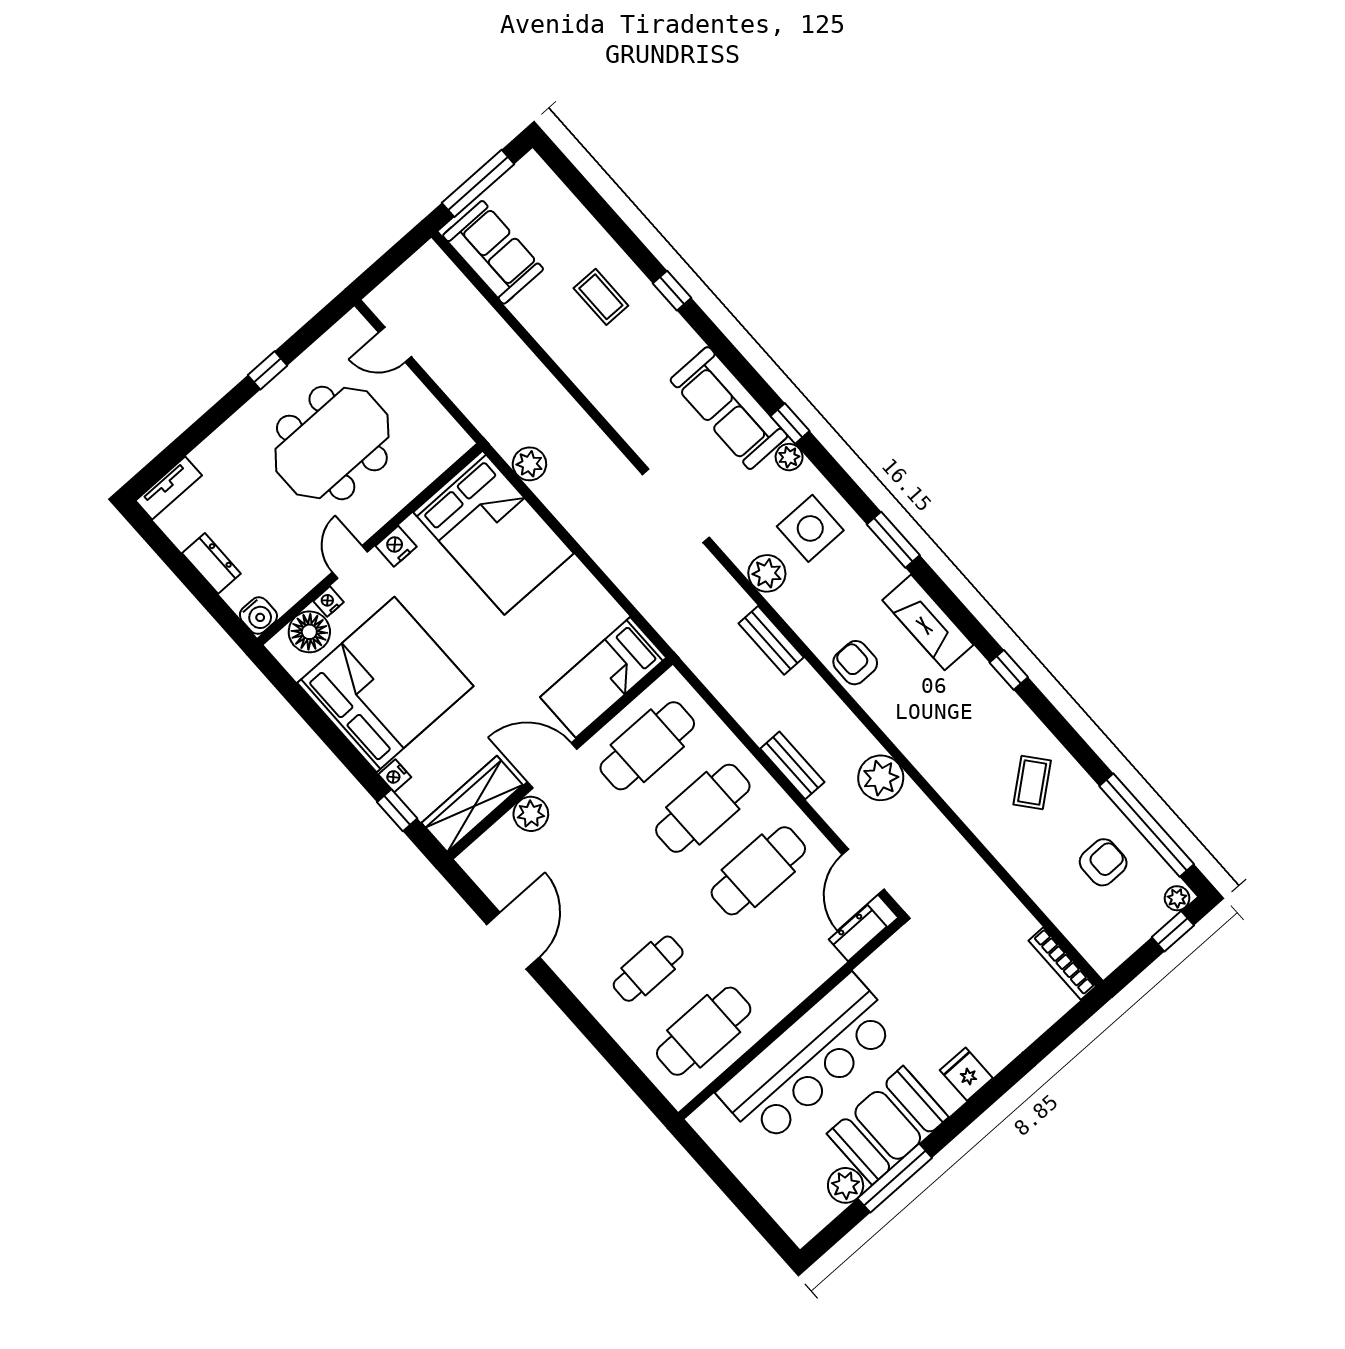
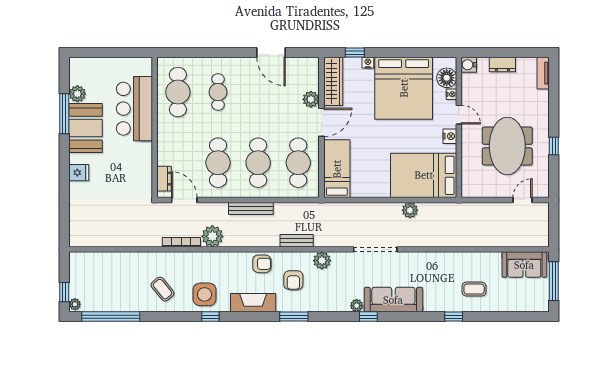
plant: (529, 464) -> (410, 210), moved
side table: (810, 528) -> (205, 294), moved
bench: (792, 765) -> (251, 208), width x1.36
armchair: (1103, 862) -> (293, 280), moved
bookcase: (1062, 964) -> (181, 242), moved
bar counter: (808, 1060) -> (134, 109), width x0.73

